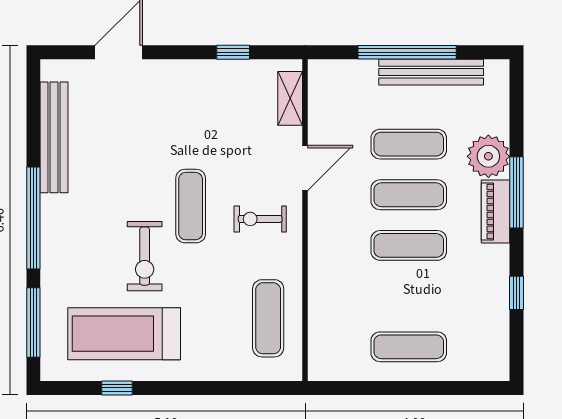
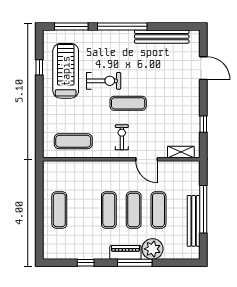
exercise bike: (145, 256) -> (104, 81), turned 180

